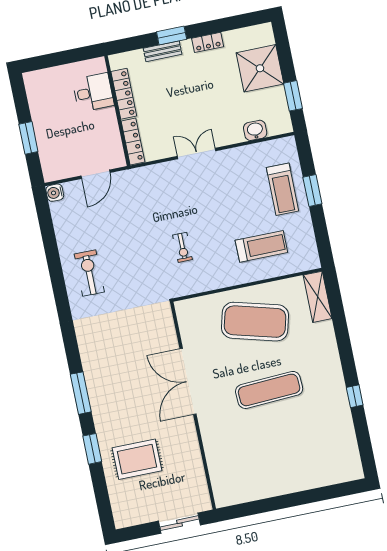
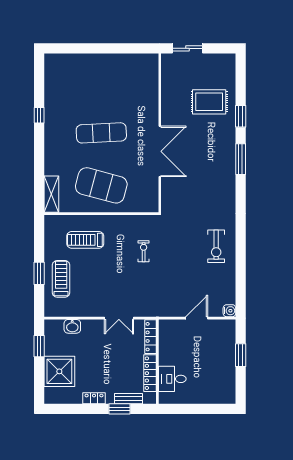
desk: (93, 92) -> (172, 379), moved
locker: (124, 94) -> (150, 373), moved
wall: (117, 111) -> (157, 362), moved
locker: (133, 141) -> (150, 337), moved

